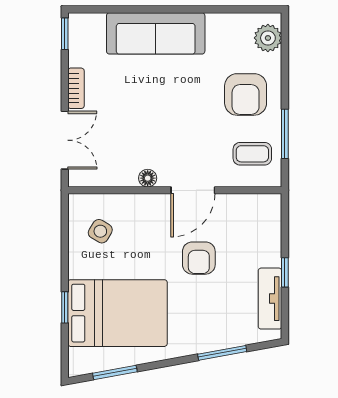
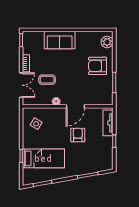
sofa: (156, 33) -> (60, 40), width x0.73
armchair: (246, 94) -> (98, 66), turned 90
coffee table: (252, 154) -> (47, 80), moved
armchair: (199, 258) -> (78, 135), turned 180
tv unit: (270, 299) -> (108, 123), moved
bed: (117, 313) -> (43, 158), width x0.67

